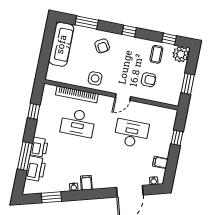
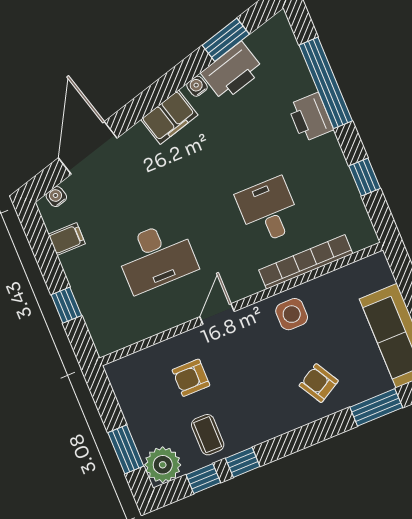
window: (129, 31) -> (243, 462), moved
window: (188, 84) -> (126, 449), moved
desk: (78, 123) -> (268, 210), width x0.73
window: (25, 156) -> (326, 83), width x1.46
printer: (36, 169) -> (232, 71), moved, turned -106
filing cabinet: (86, 183) -> (169, 117), width x2.00

